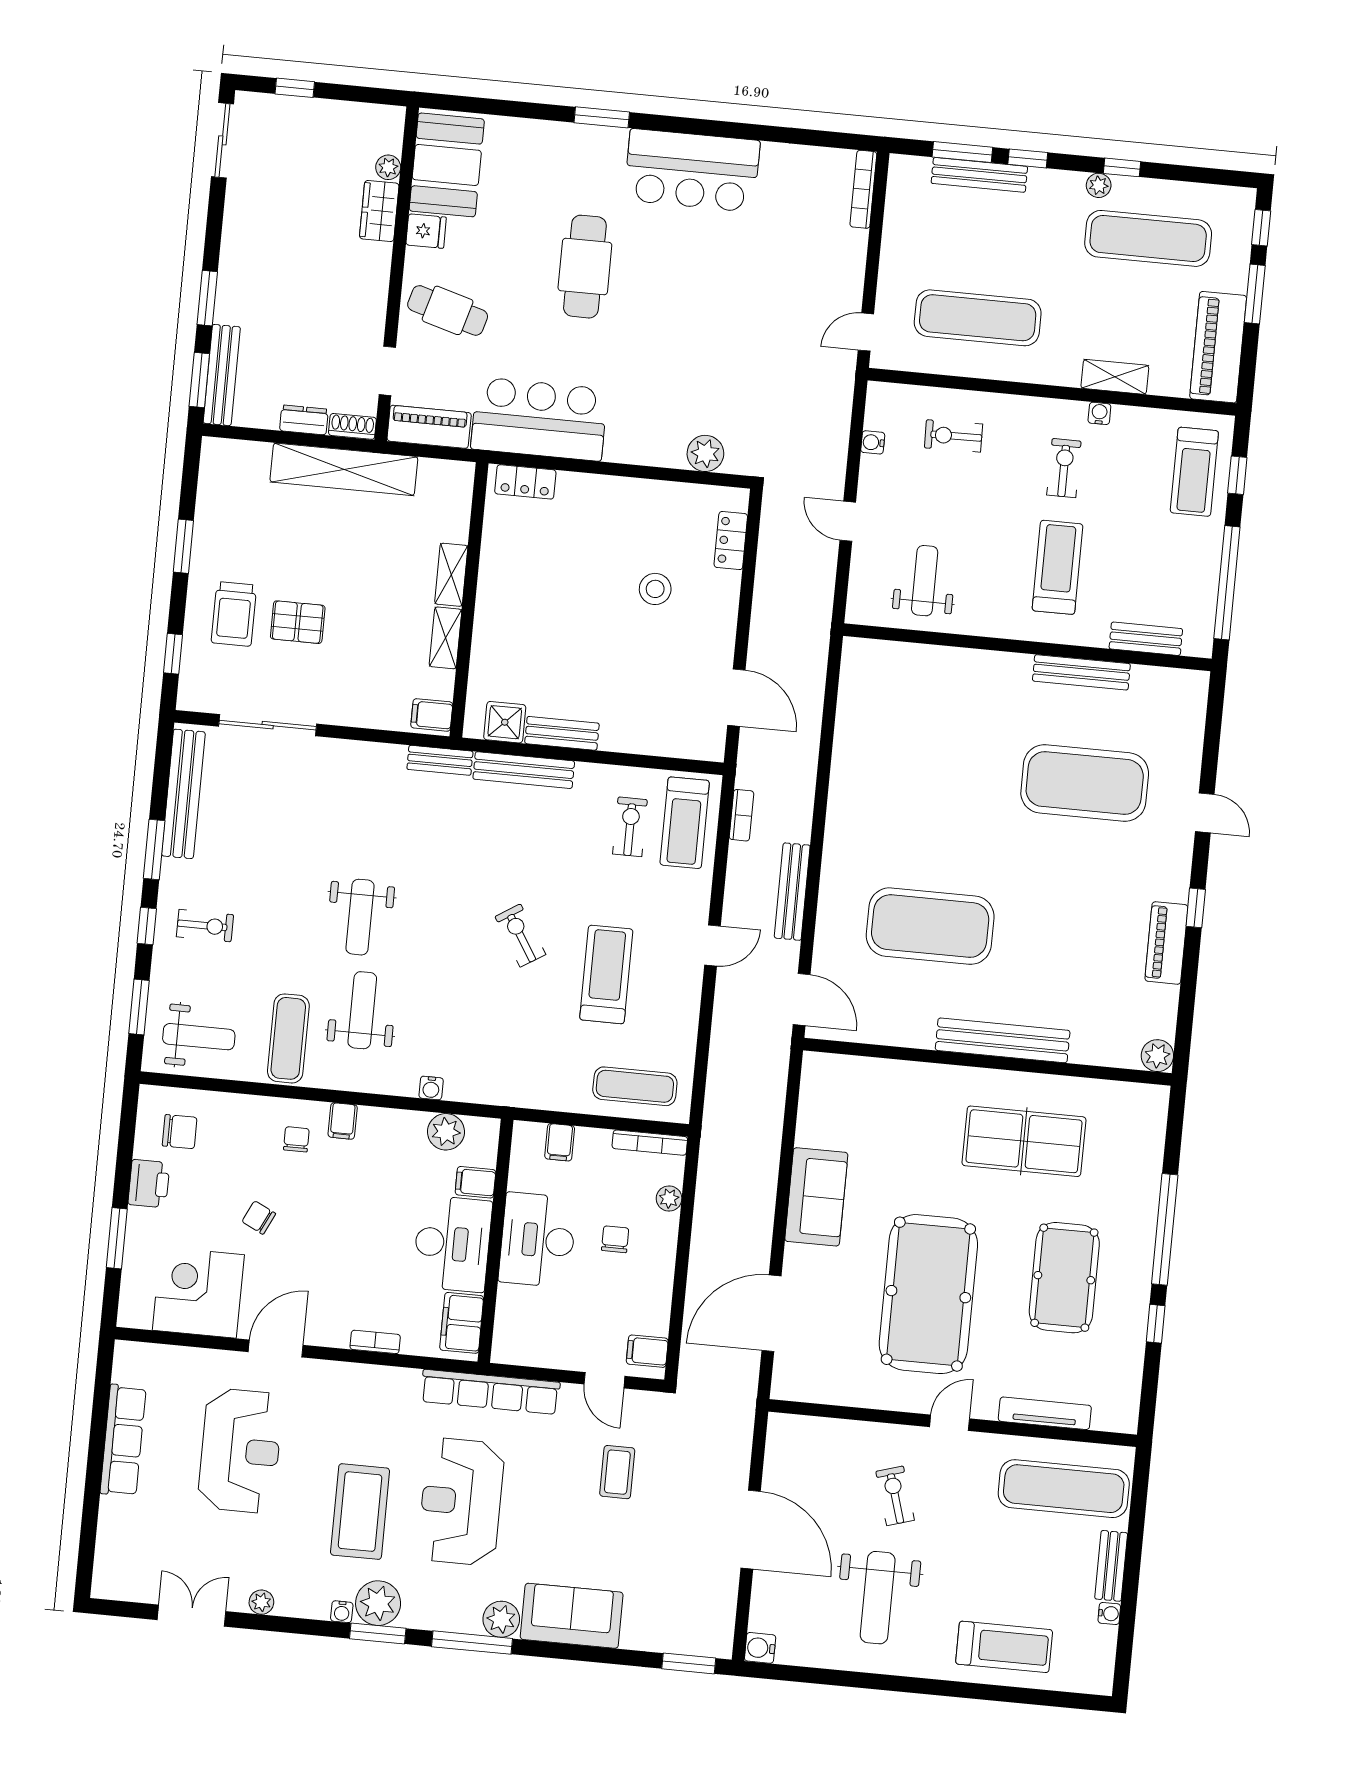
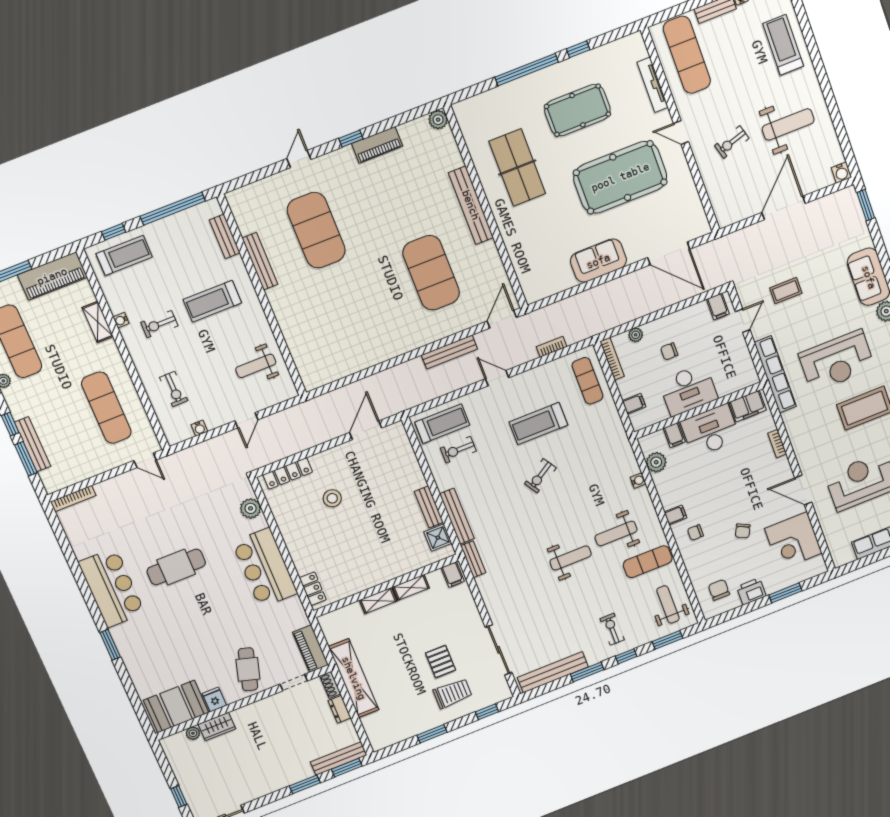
cafe table: (585, 267) -> (176, 567), moved
bar counter: (539, 419) -> (265, 568), moved
locker: (731, 541) -> (288, 473), width x1.53
bookcase: (741, 815) -> (552, 347), moved

